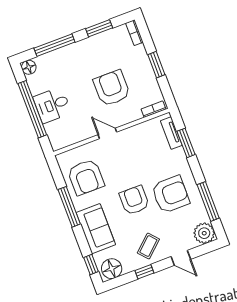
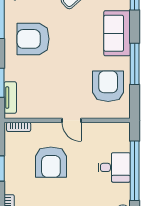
armchair: (134, 200) -> (70, 47), removed

